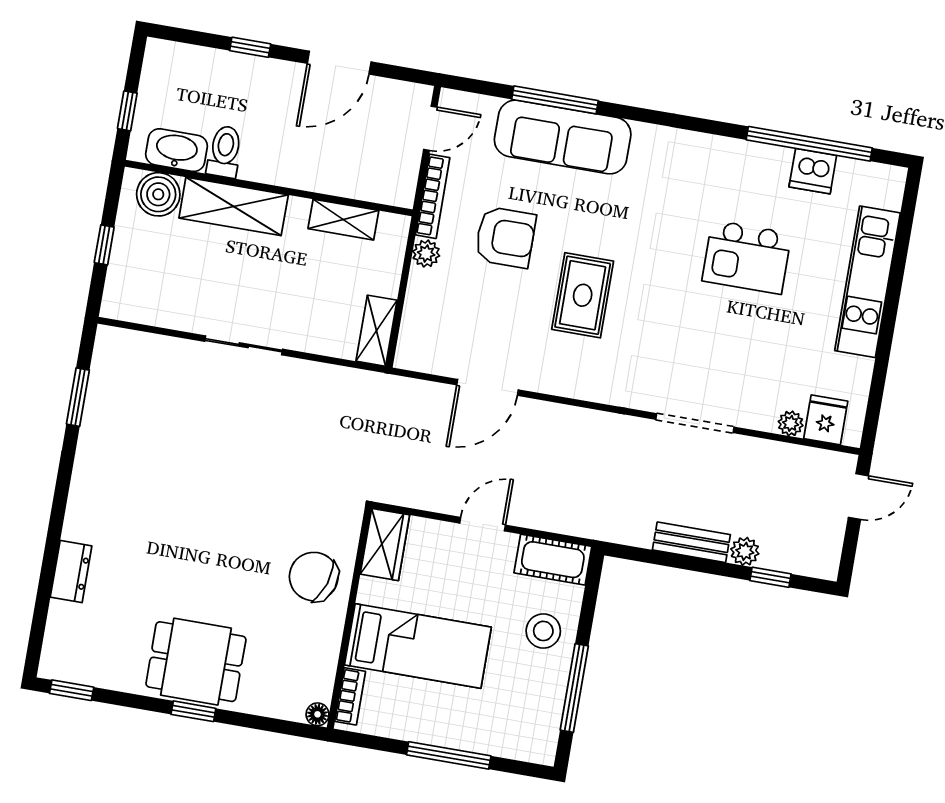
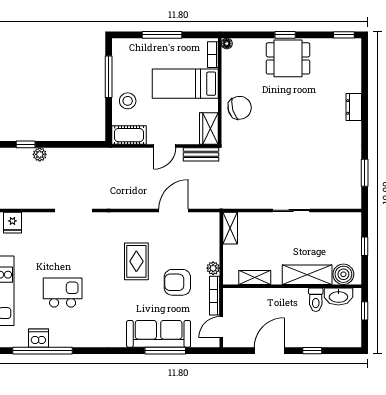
plant: (791, 423) -> (29, 218), removed
bench: (691, 542) -> (201, 154), moved
dresser: (71, 572) -> (354, 107), moved
chair: (314, 577) -> (240, 108), turned -34

